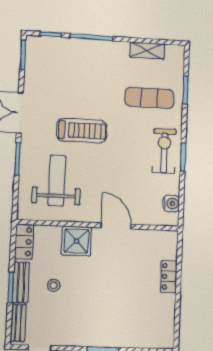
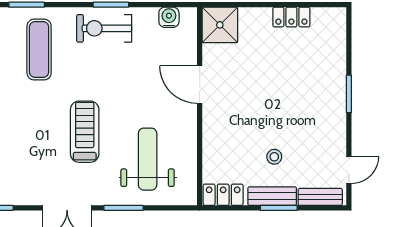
weight bench: (57, 181) -> (148, 159), turned 90
door: (116, 226) -> (200, 85), hinge flipped
shower: (76, 241) -> (220, 25), moved
locker: (169, 277) -> (291, 17), moved

